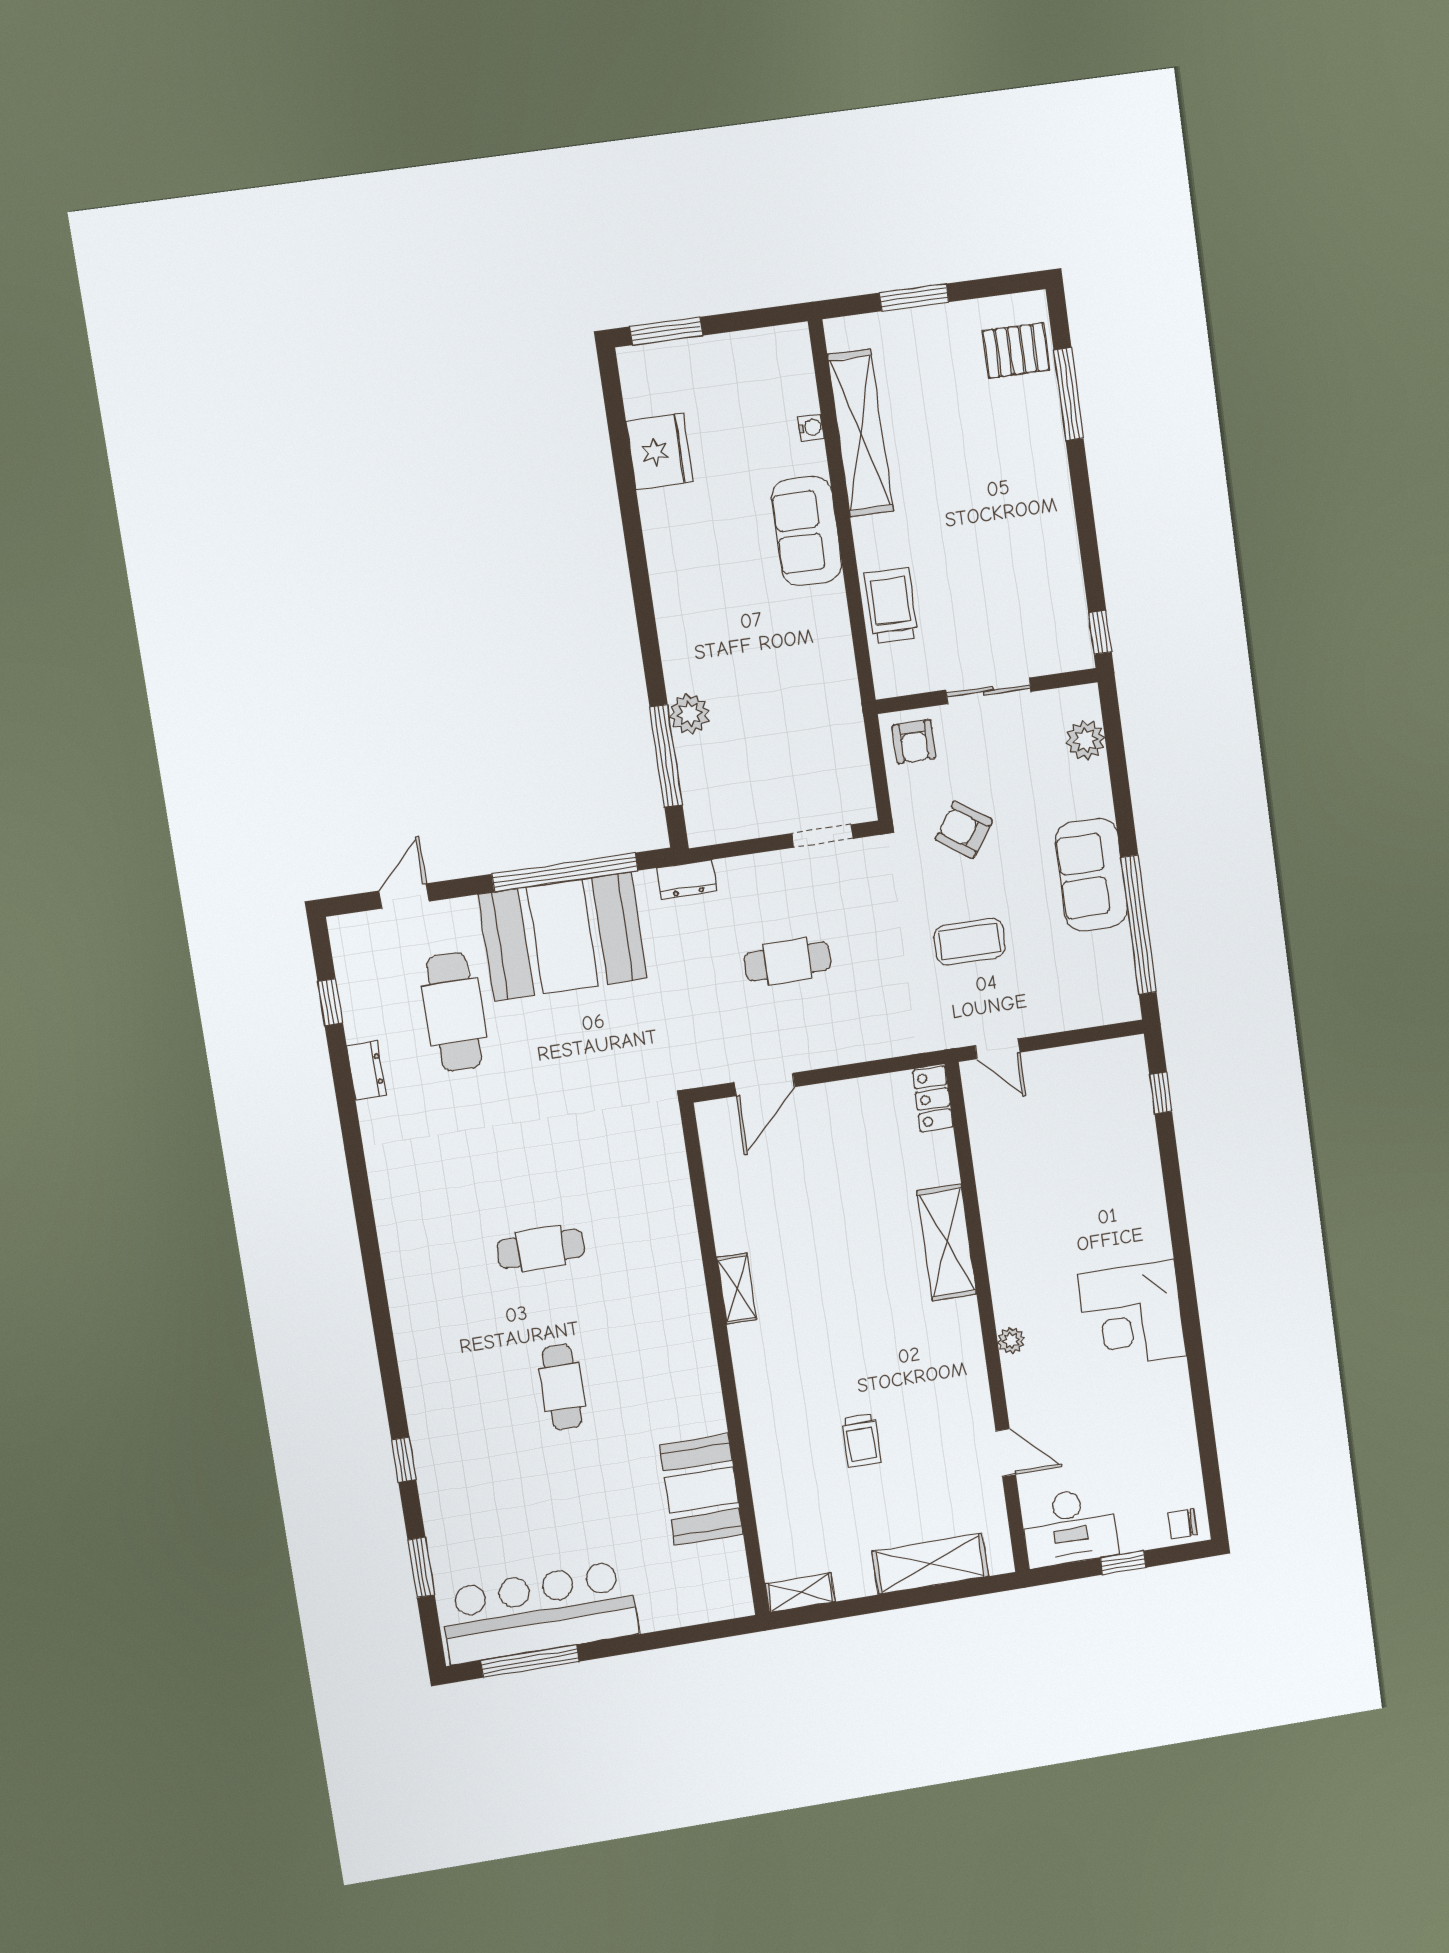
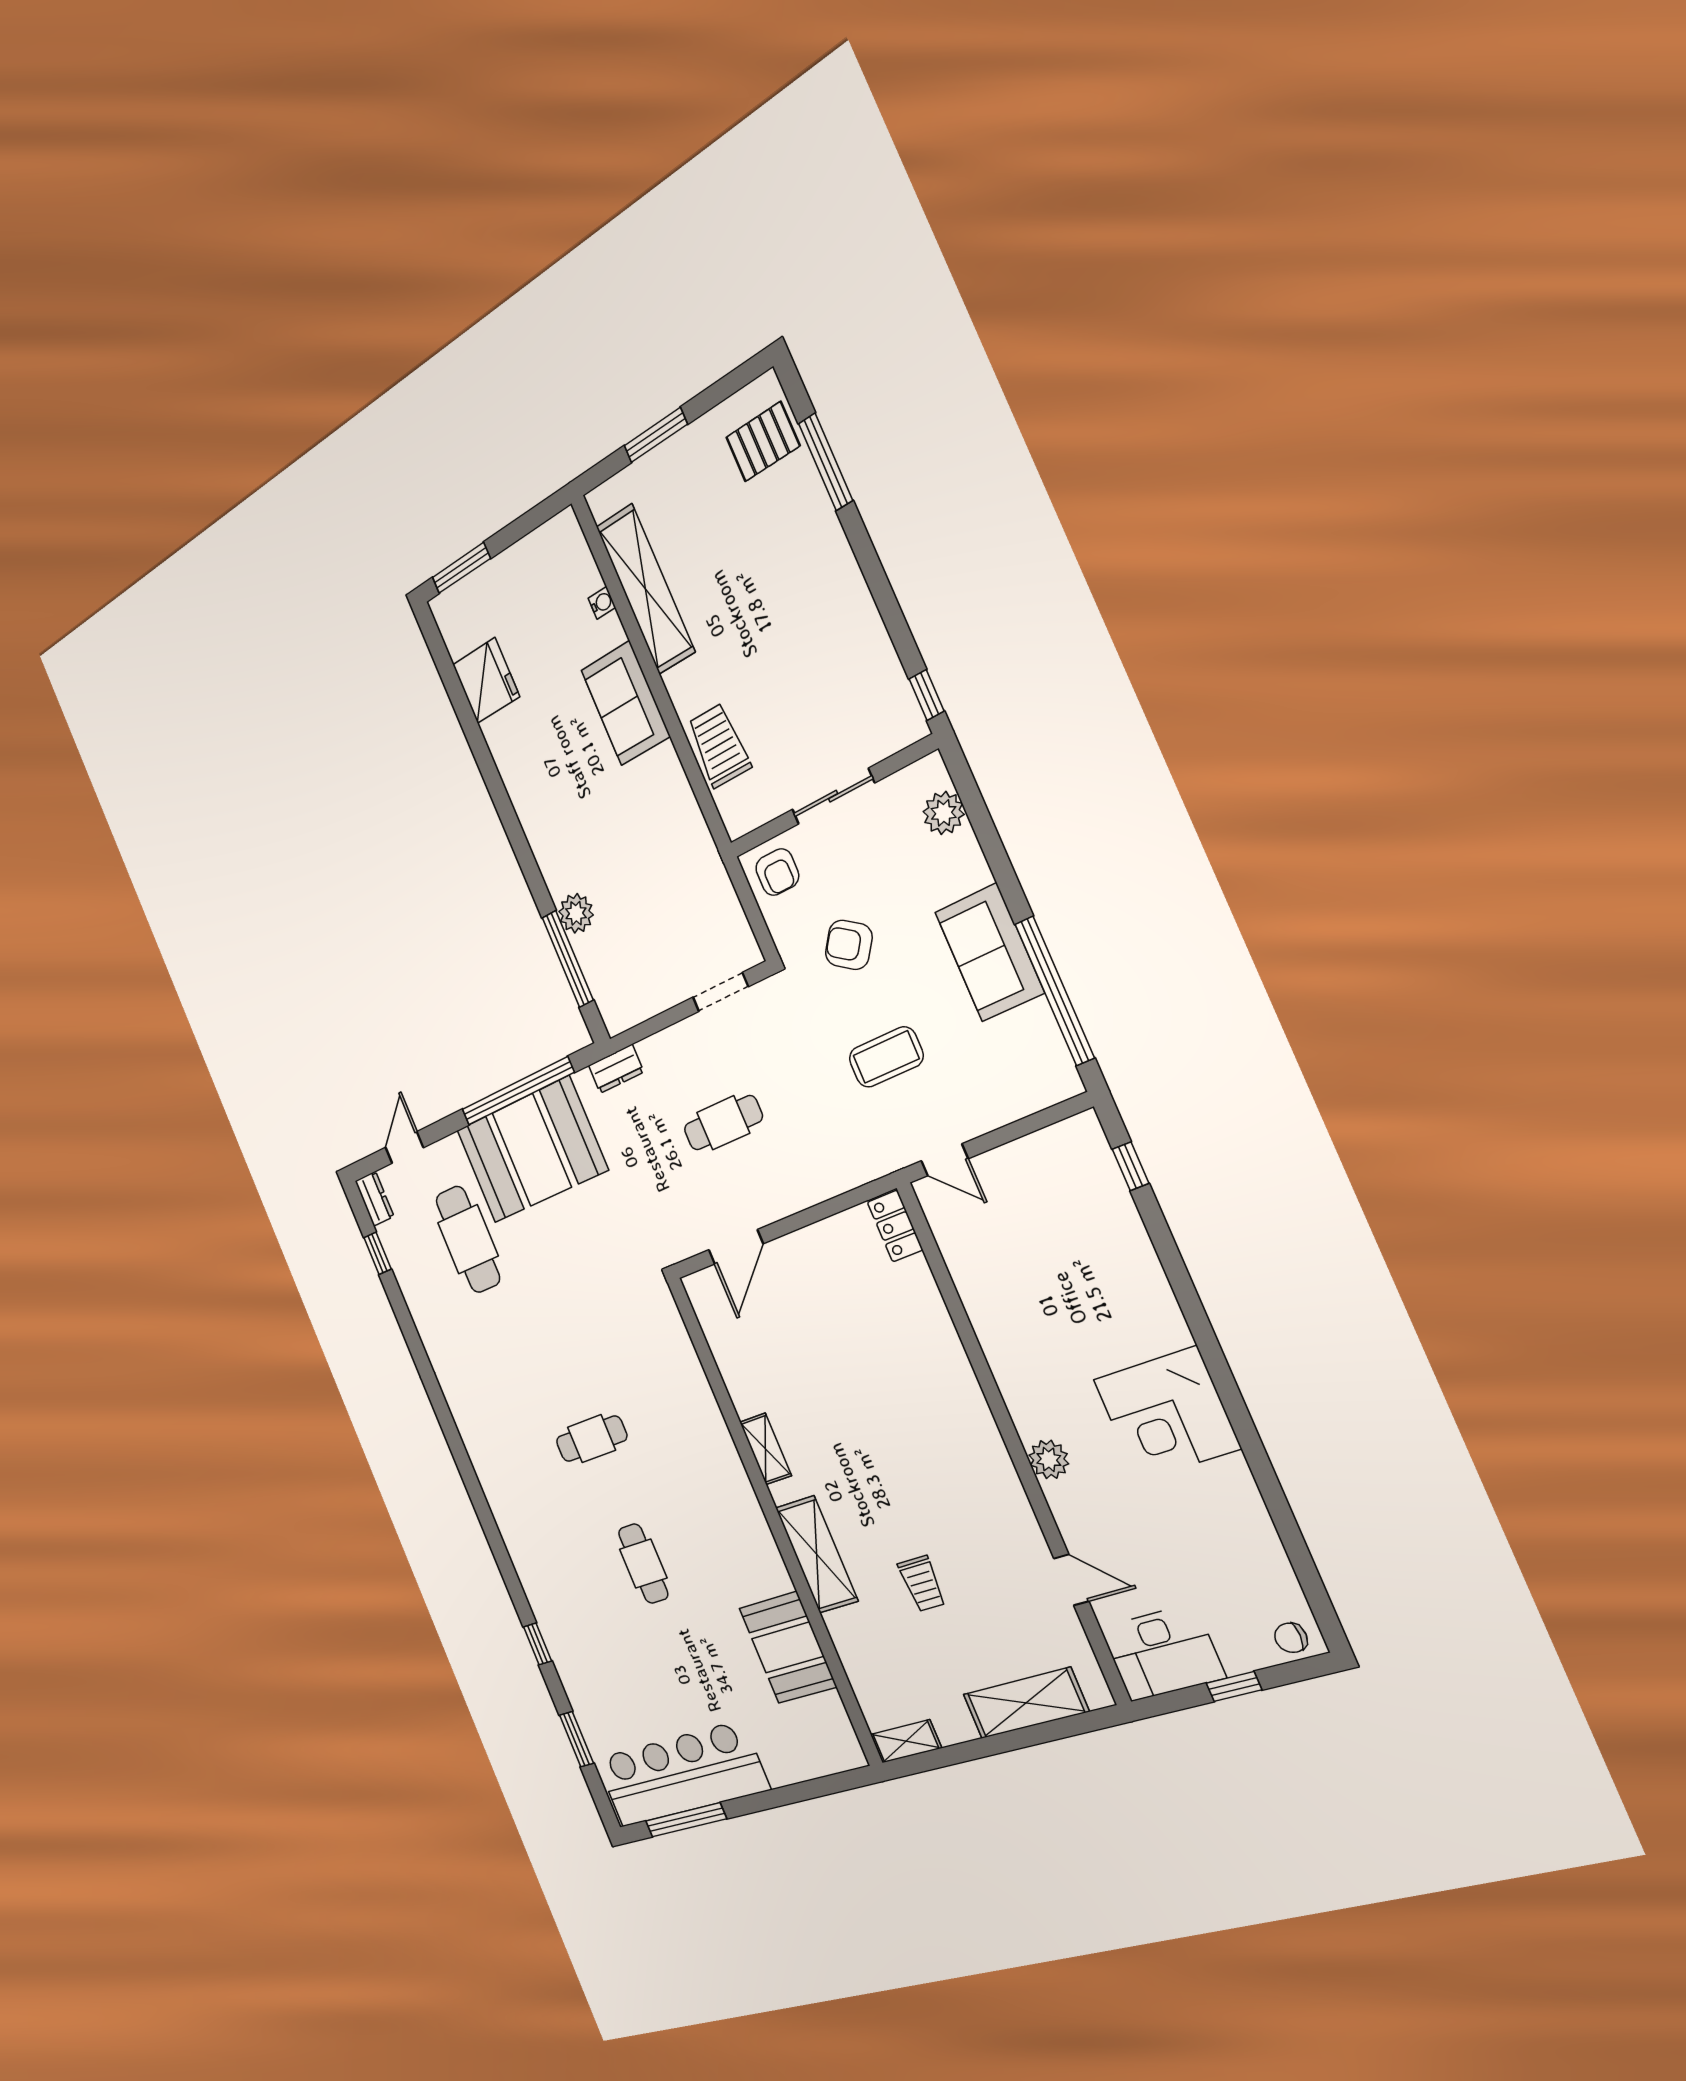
dresser: (366, 1071) -> (374, 1199), moved
shelving: (947, 1242) -> (817, 1554), moved
plant: (1011, 1341) -> (1049, 1459), width x1.38, depth x1.38

